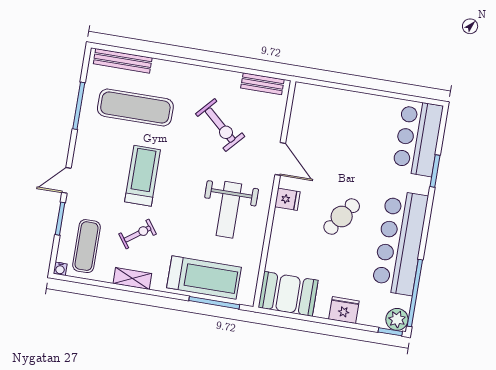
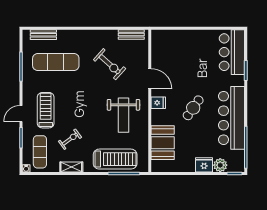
bench: (123, 61) -> (43, 35), width x0.73
treadmill: (143, 176) -> (46, 110), moved
booth: (288, 294) -> (163, 143), moved, turned 90
plant: (397, 319) -> (220, 165), moved

